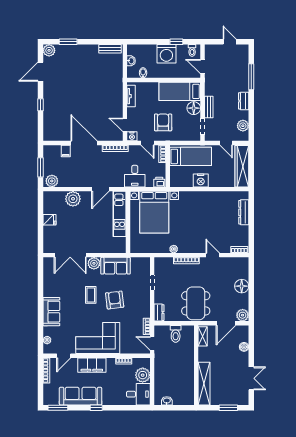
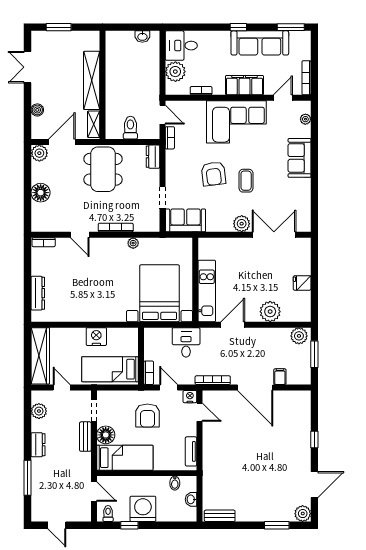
printer: (159, 182) -> (153, 334), removed
sofa: (116, 266) -> (185, 220), moved
shelving: (204, 384) -> (92, 80), moved

